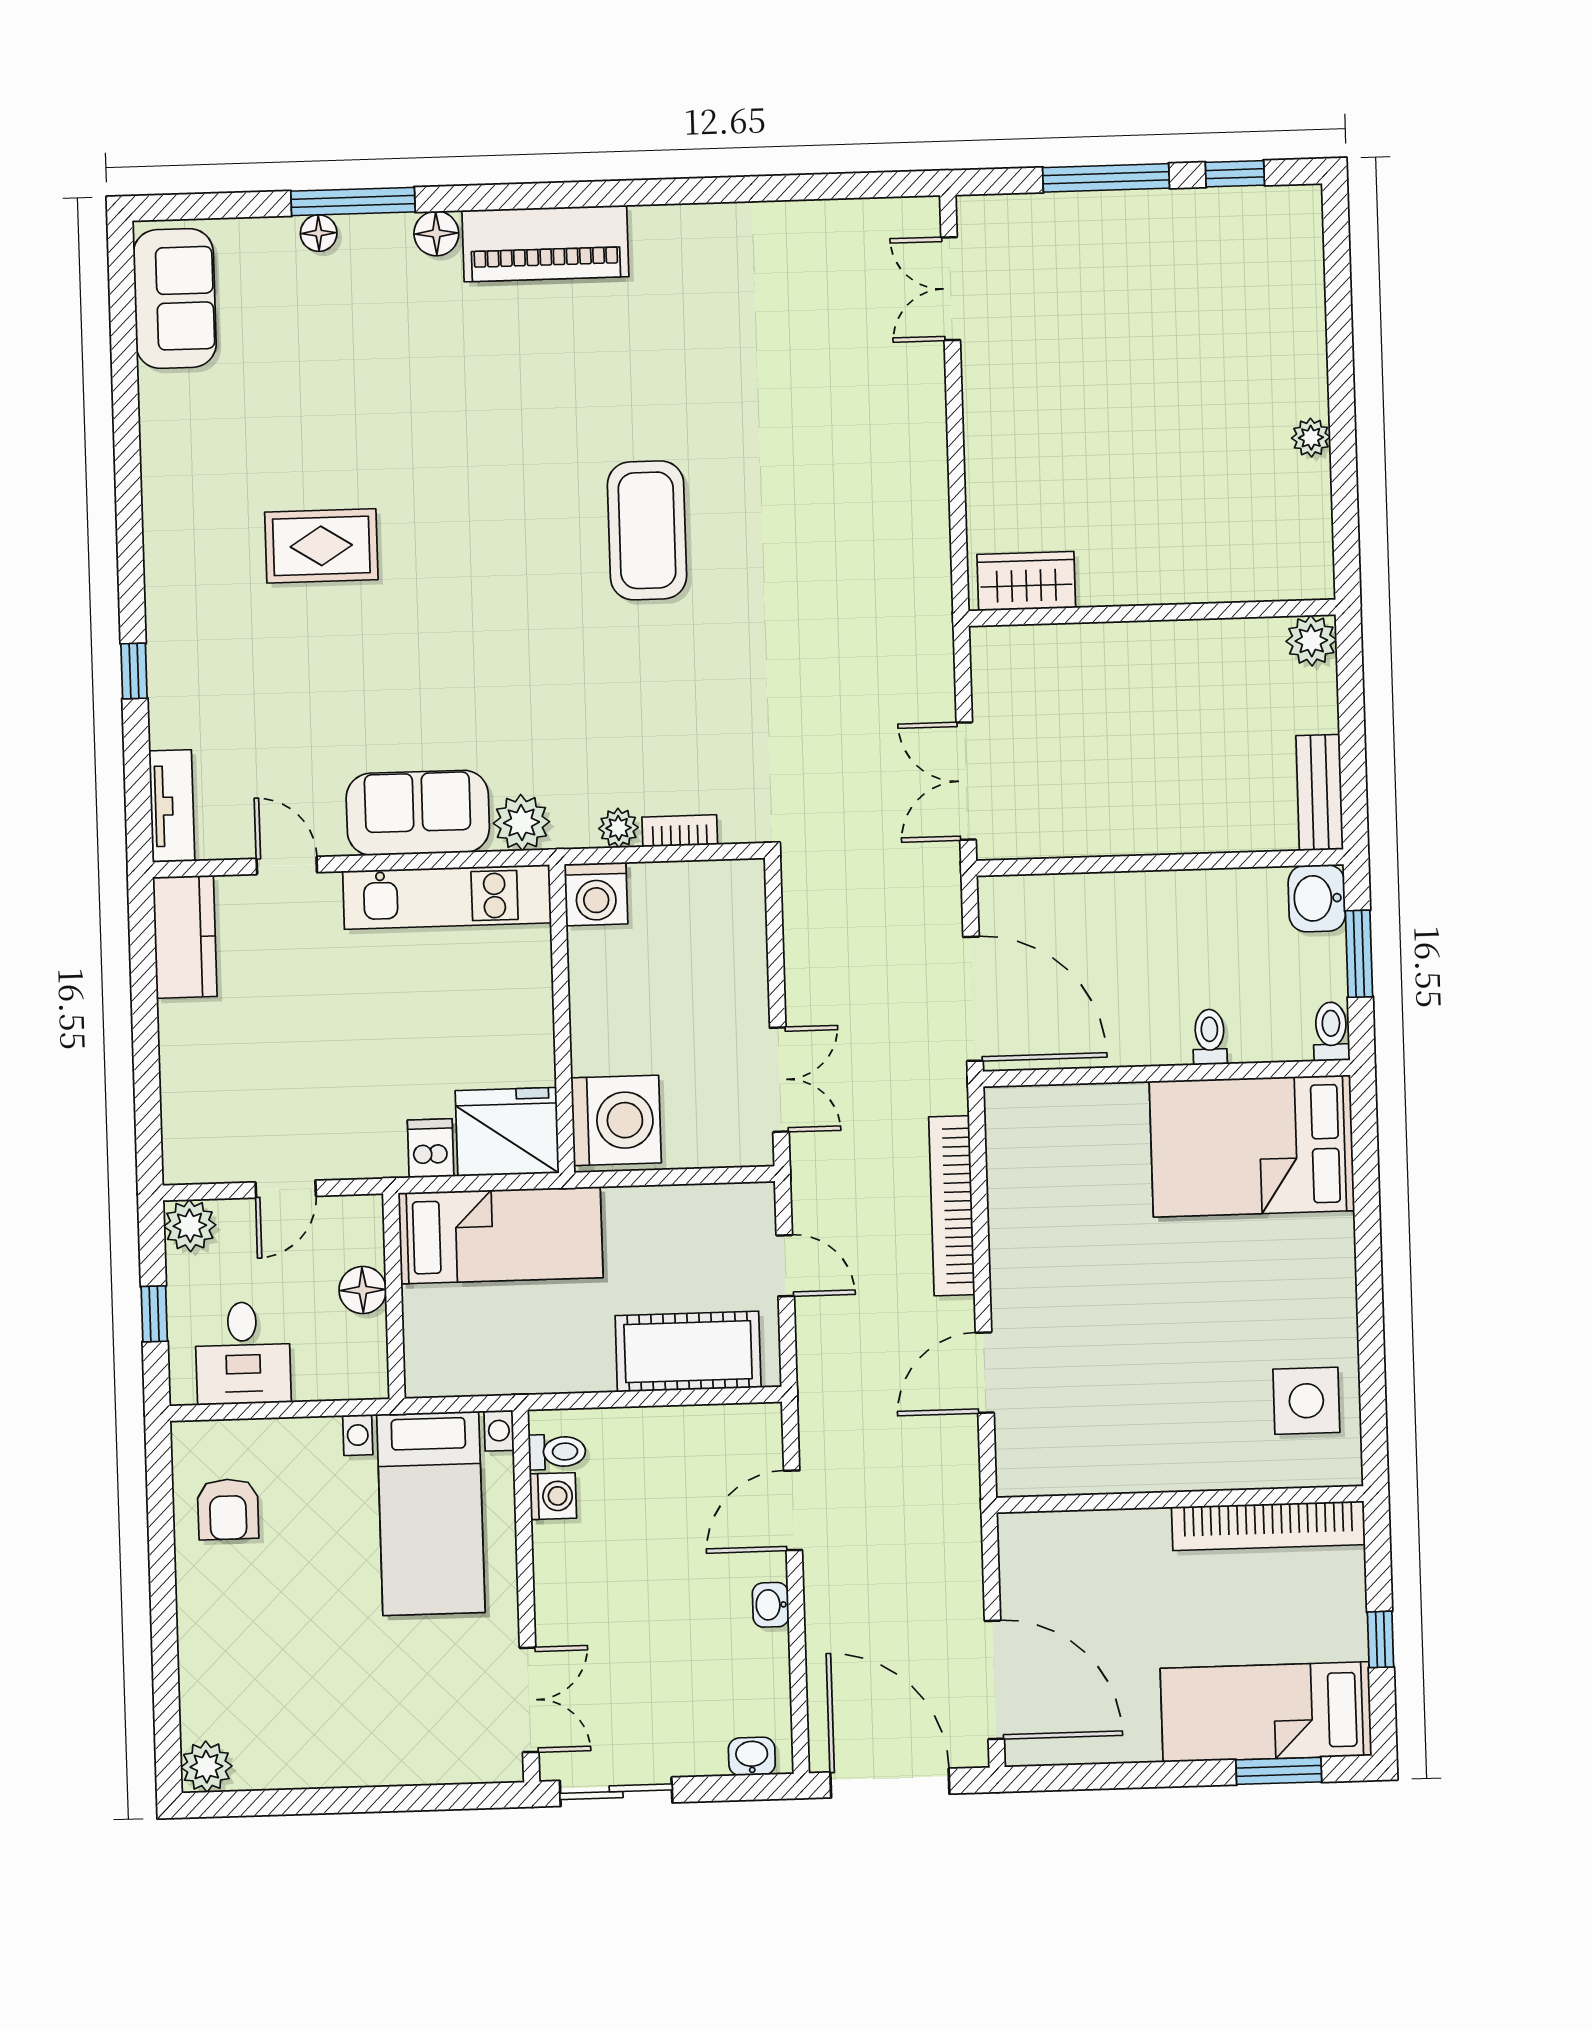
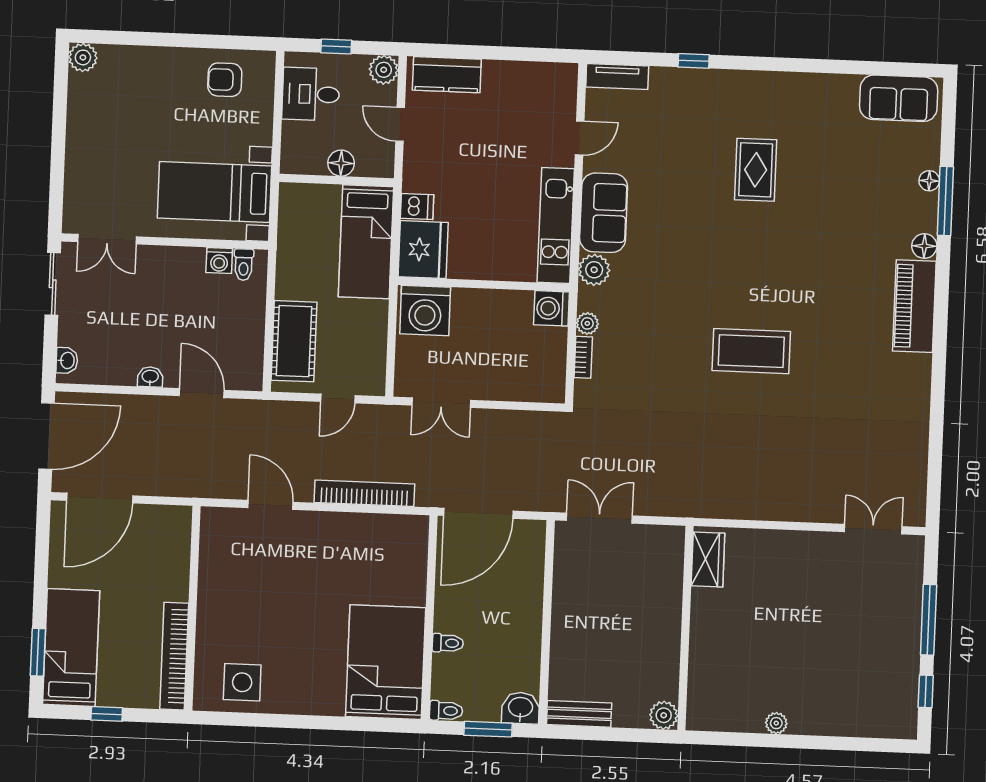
kitchen counter: (185, 937) -> (447, 75), moved

